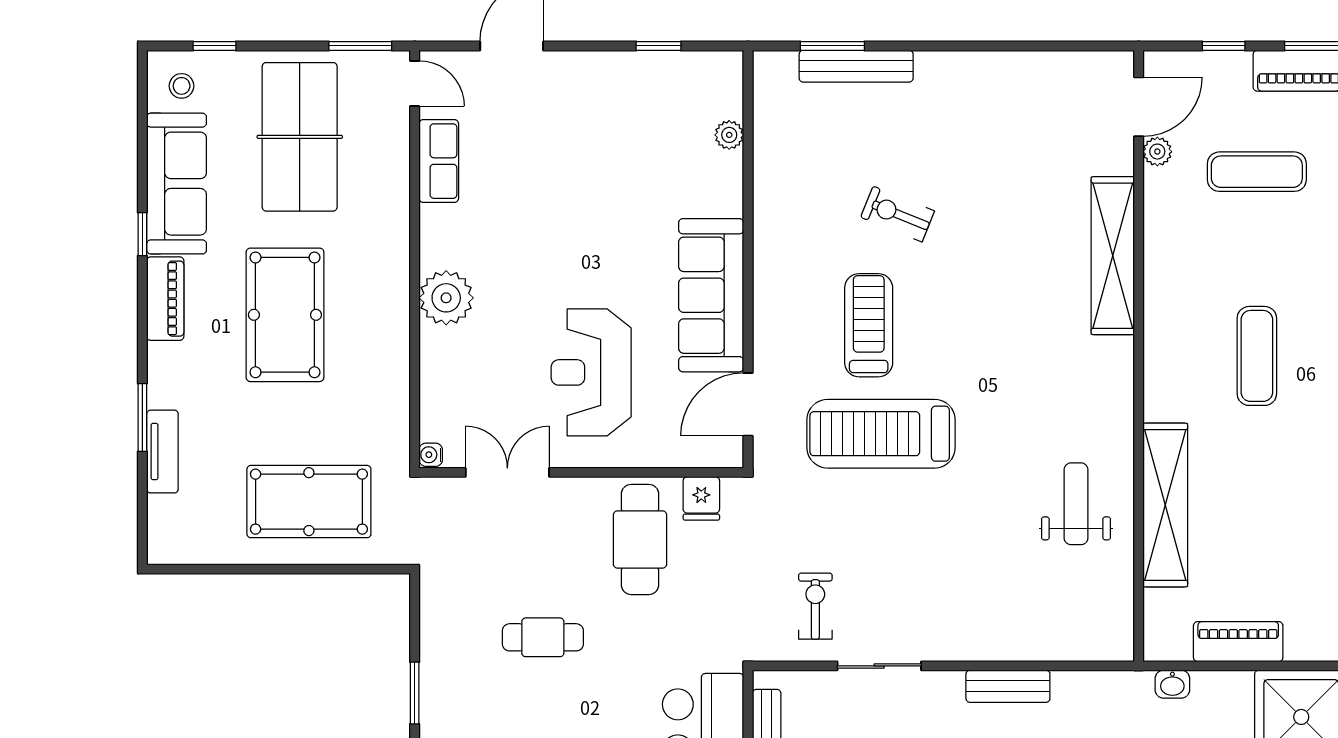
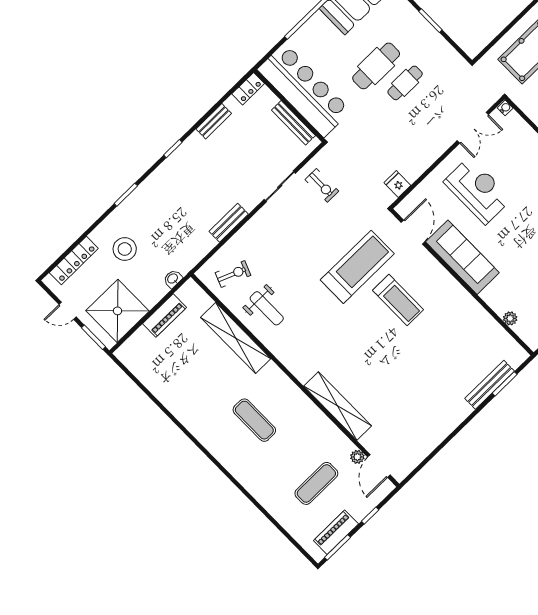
exercise bike: (898, 214) -> (233, 274), moved
cafe table: (640, 539) -> (376, 66), moved, turned 90

